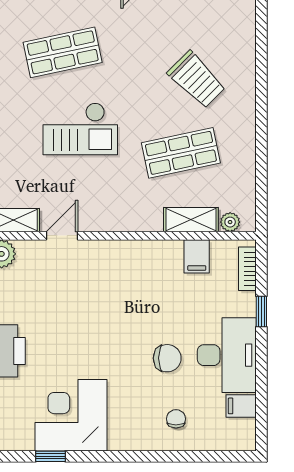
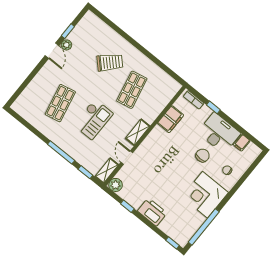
shelving: (191, 220) -> (138, 132), moved
plant: (230, 222) -> (172, 92), removed
filing cabinet: (197, 256) -> (170, 119), width x2.00
corner desk: (71, 415) -> (205, 195), moved
window: (51, 456) -> (204, 227), width x3.17

